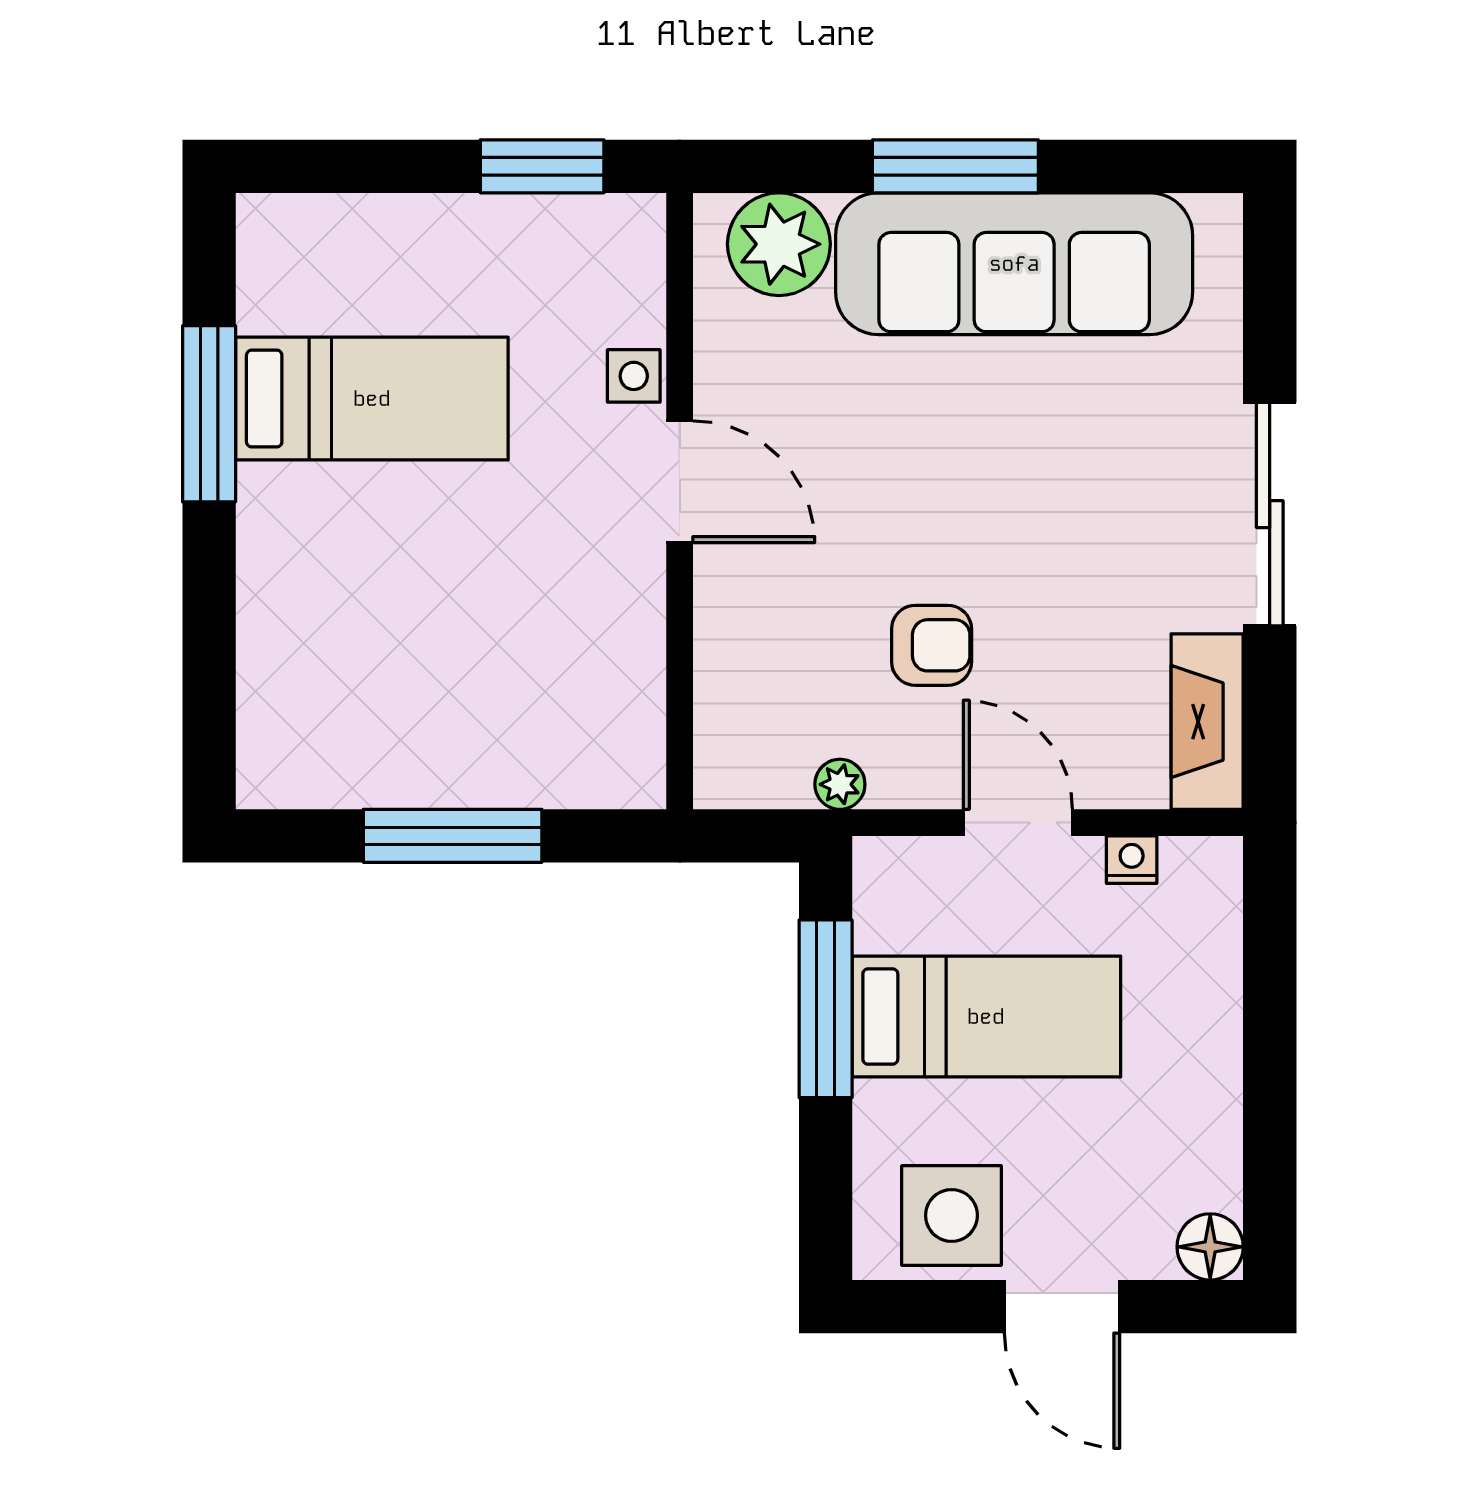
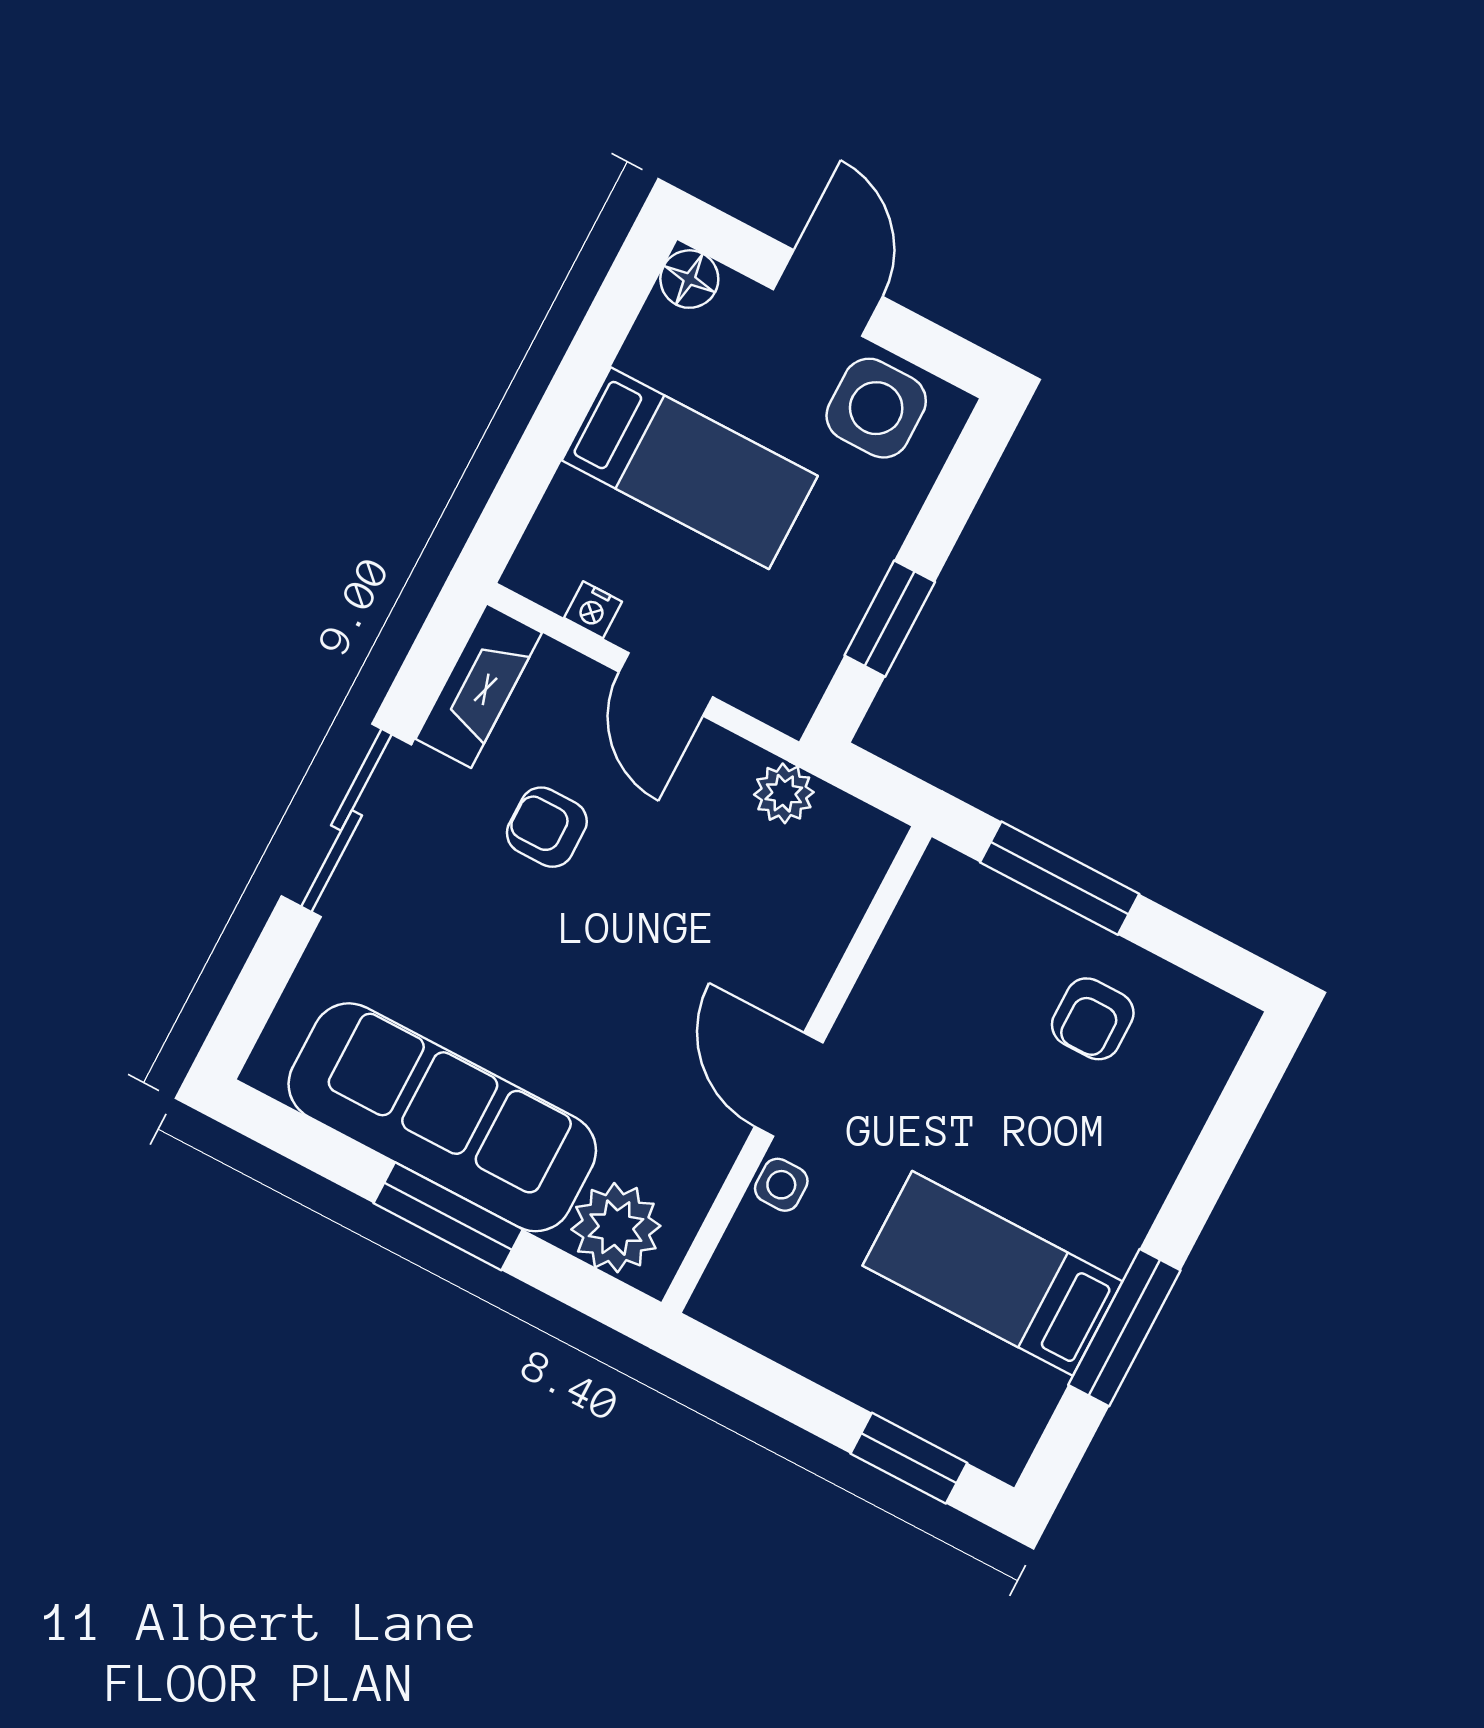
window: (542, 166) -> (909, 1458), moved
armchair: (932, 645) -> (547, 827), moved
armchair: (406, 711) -> (1093, 1019), added
plant: (840, 784) -> (784, 793), width x1.38, depth x1.38
window: (453, 836) -> (1060, 878), moved
window: (826, 1009) -> (890, 619), width x0.69
bed: (986, 1017) -> (690, 468), moved, turned 180

